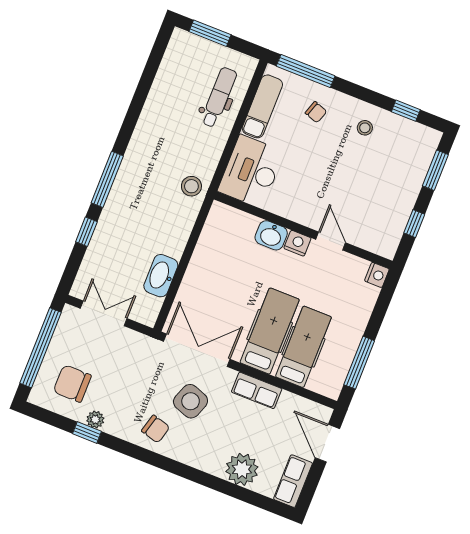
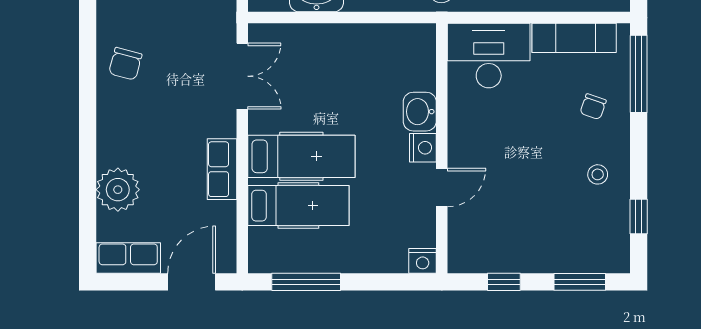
double door: (197, 350) -> (242, 76), width x0.73
side table: (191, 401) -> (177, 93), removed

